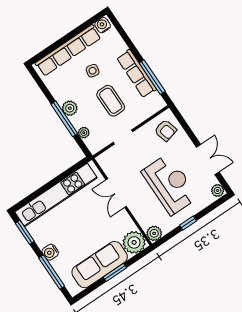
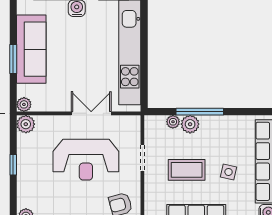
plant: (70, 108) -> (190, 124), moved
reception desk: (170, 184) -> (86, 160), moved
plant: (134, 242) -> (24, 104), width x0.53, depth x0.53

